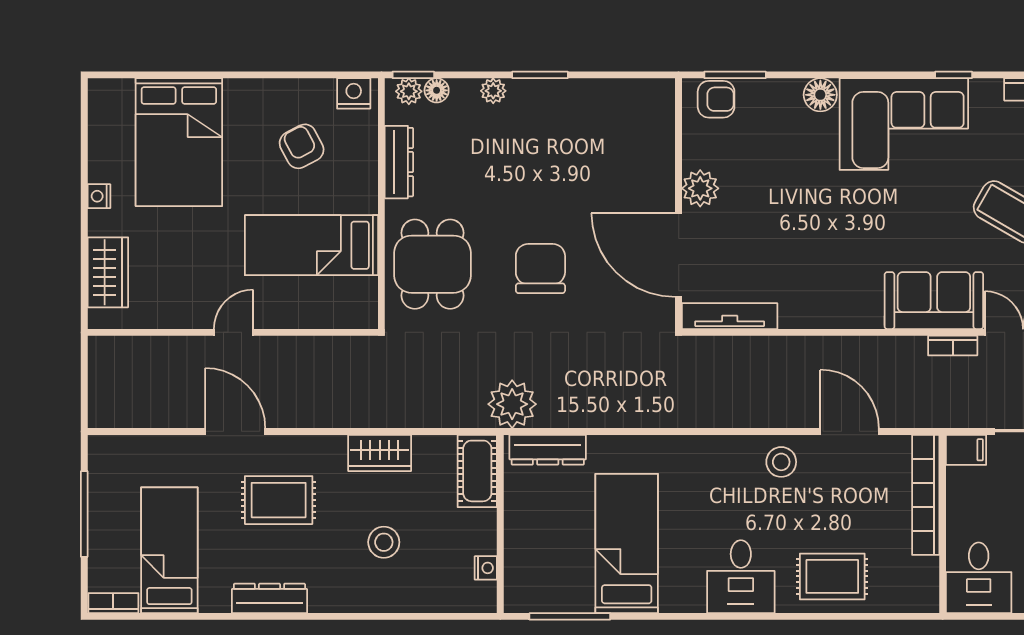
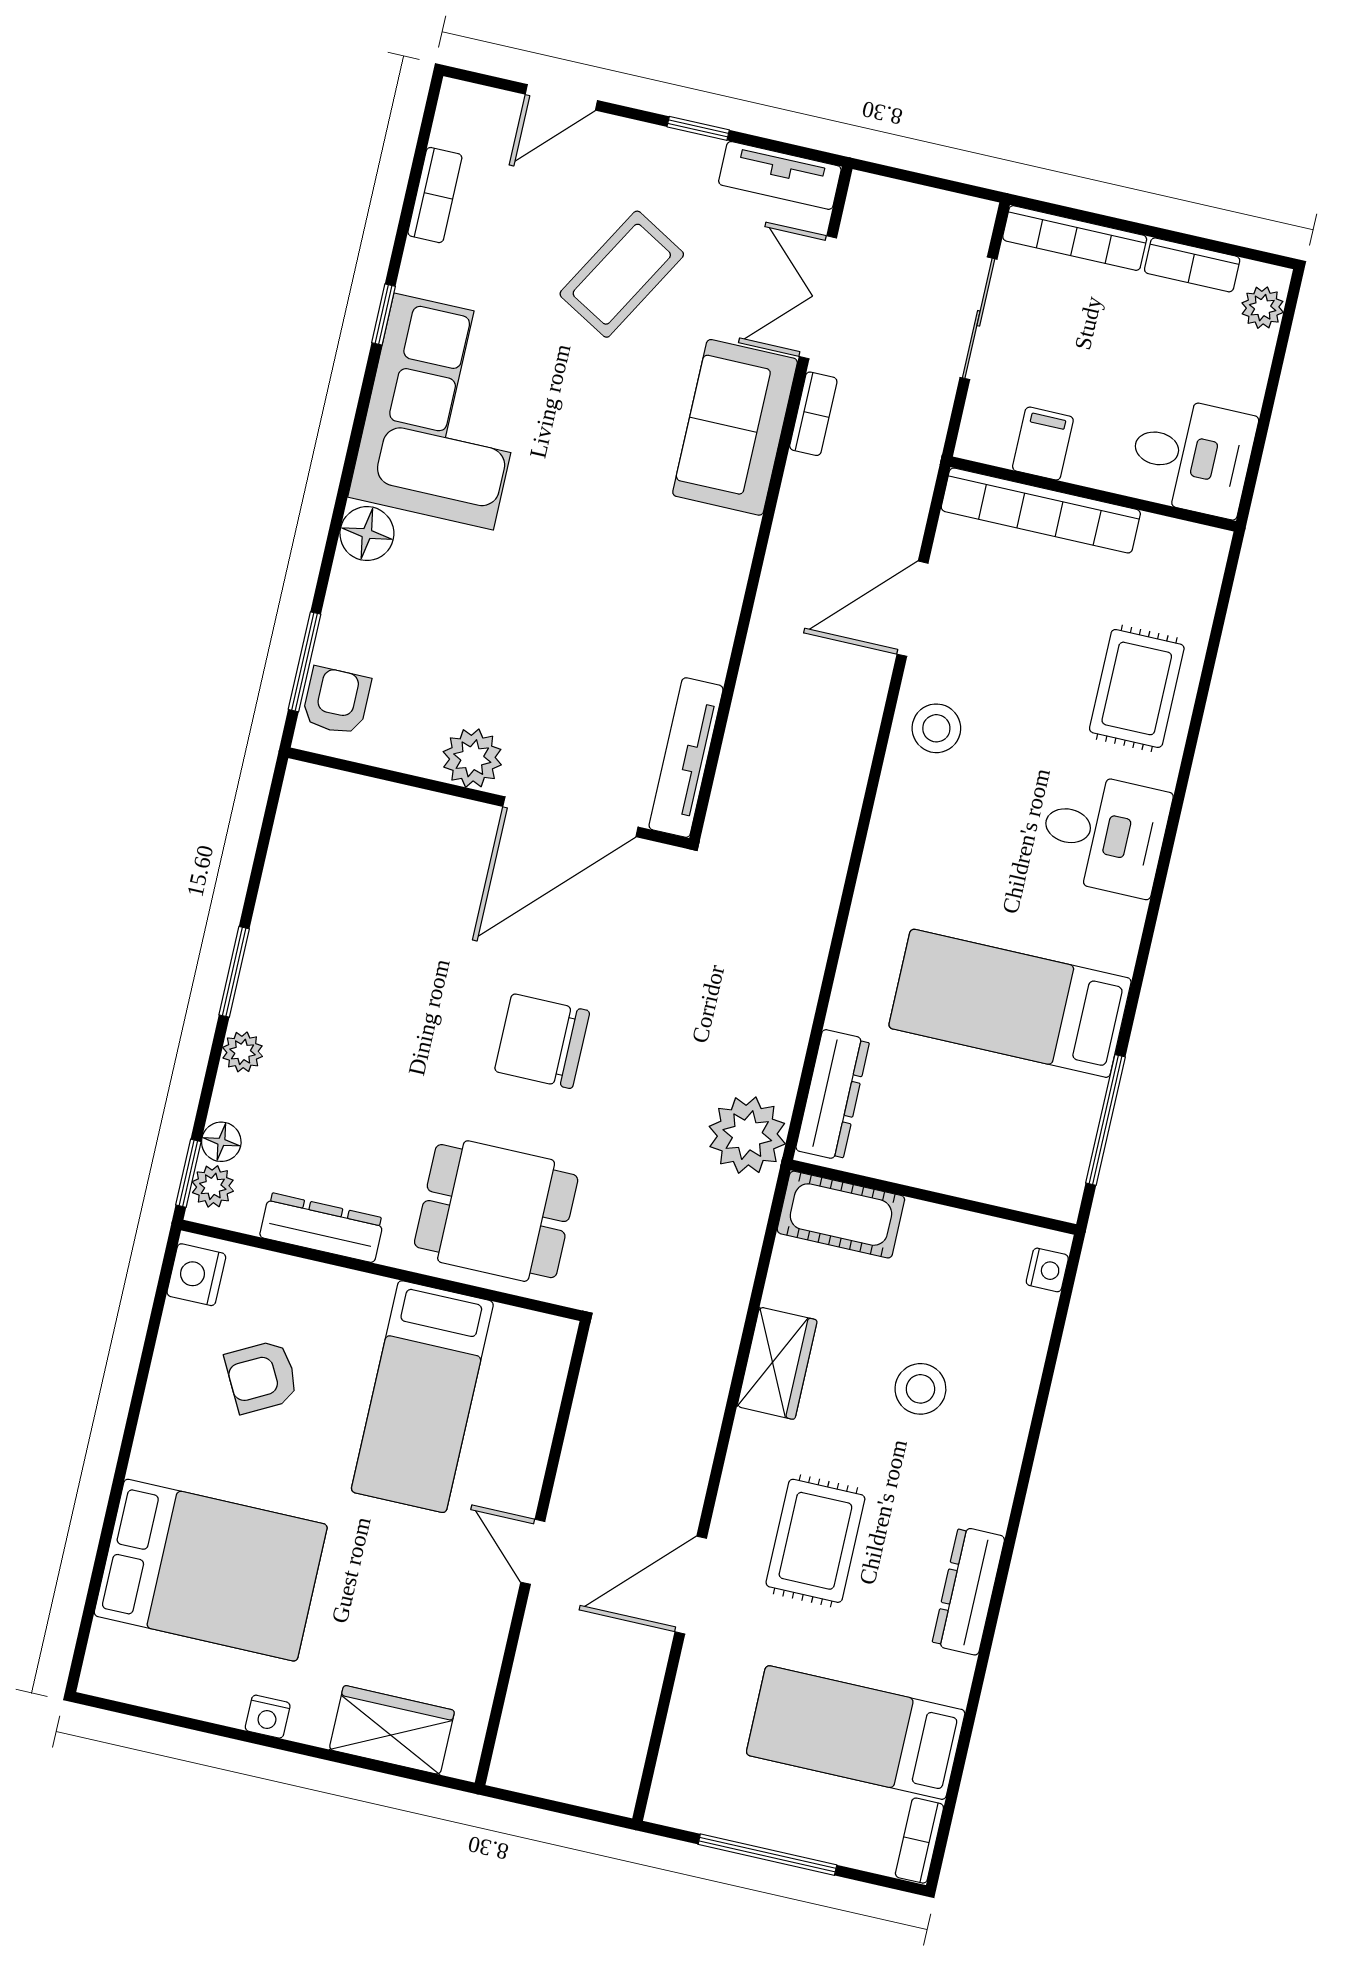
filing cabinet: (966, 450) -> (1043, 444), moved
nightstand: (486, 568) -> (1047, 1270), moved, turned 90

